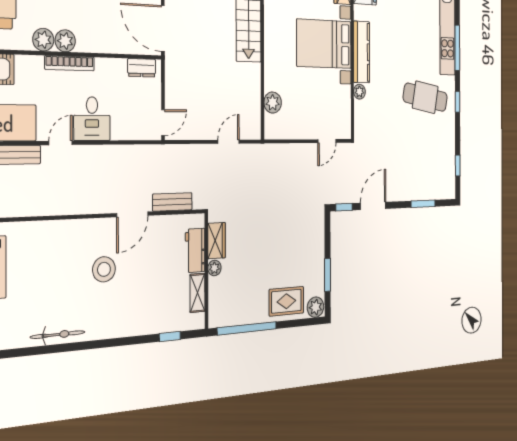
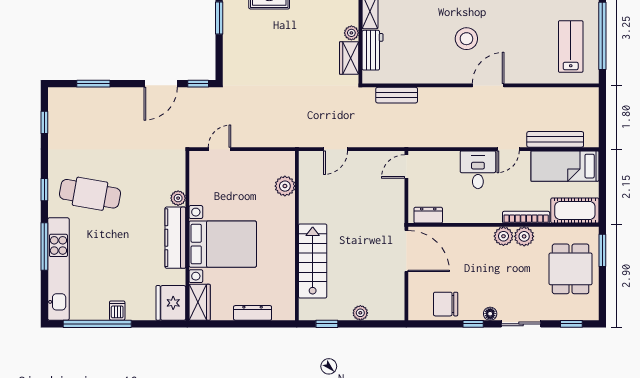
bookcase: (70, 63) -> (526, 217), moved
door: (132, 214) -> (488, 85), moved

